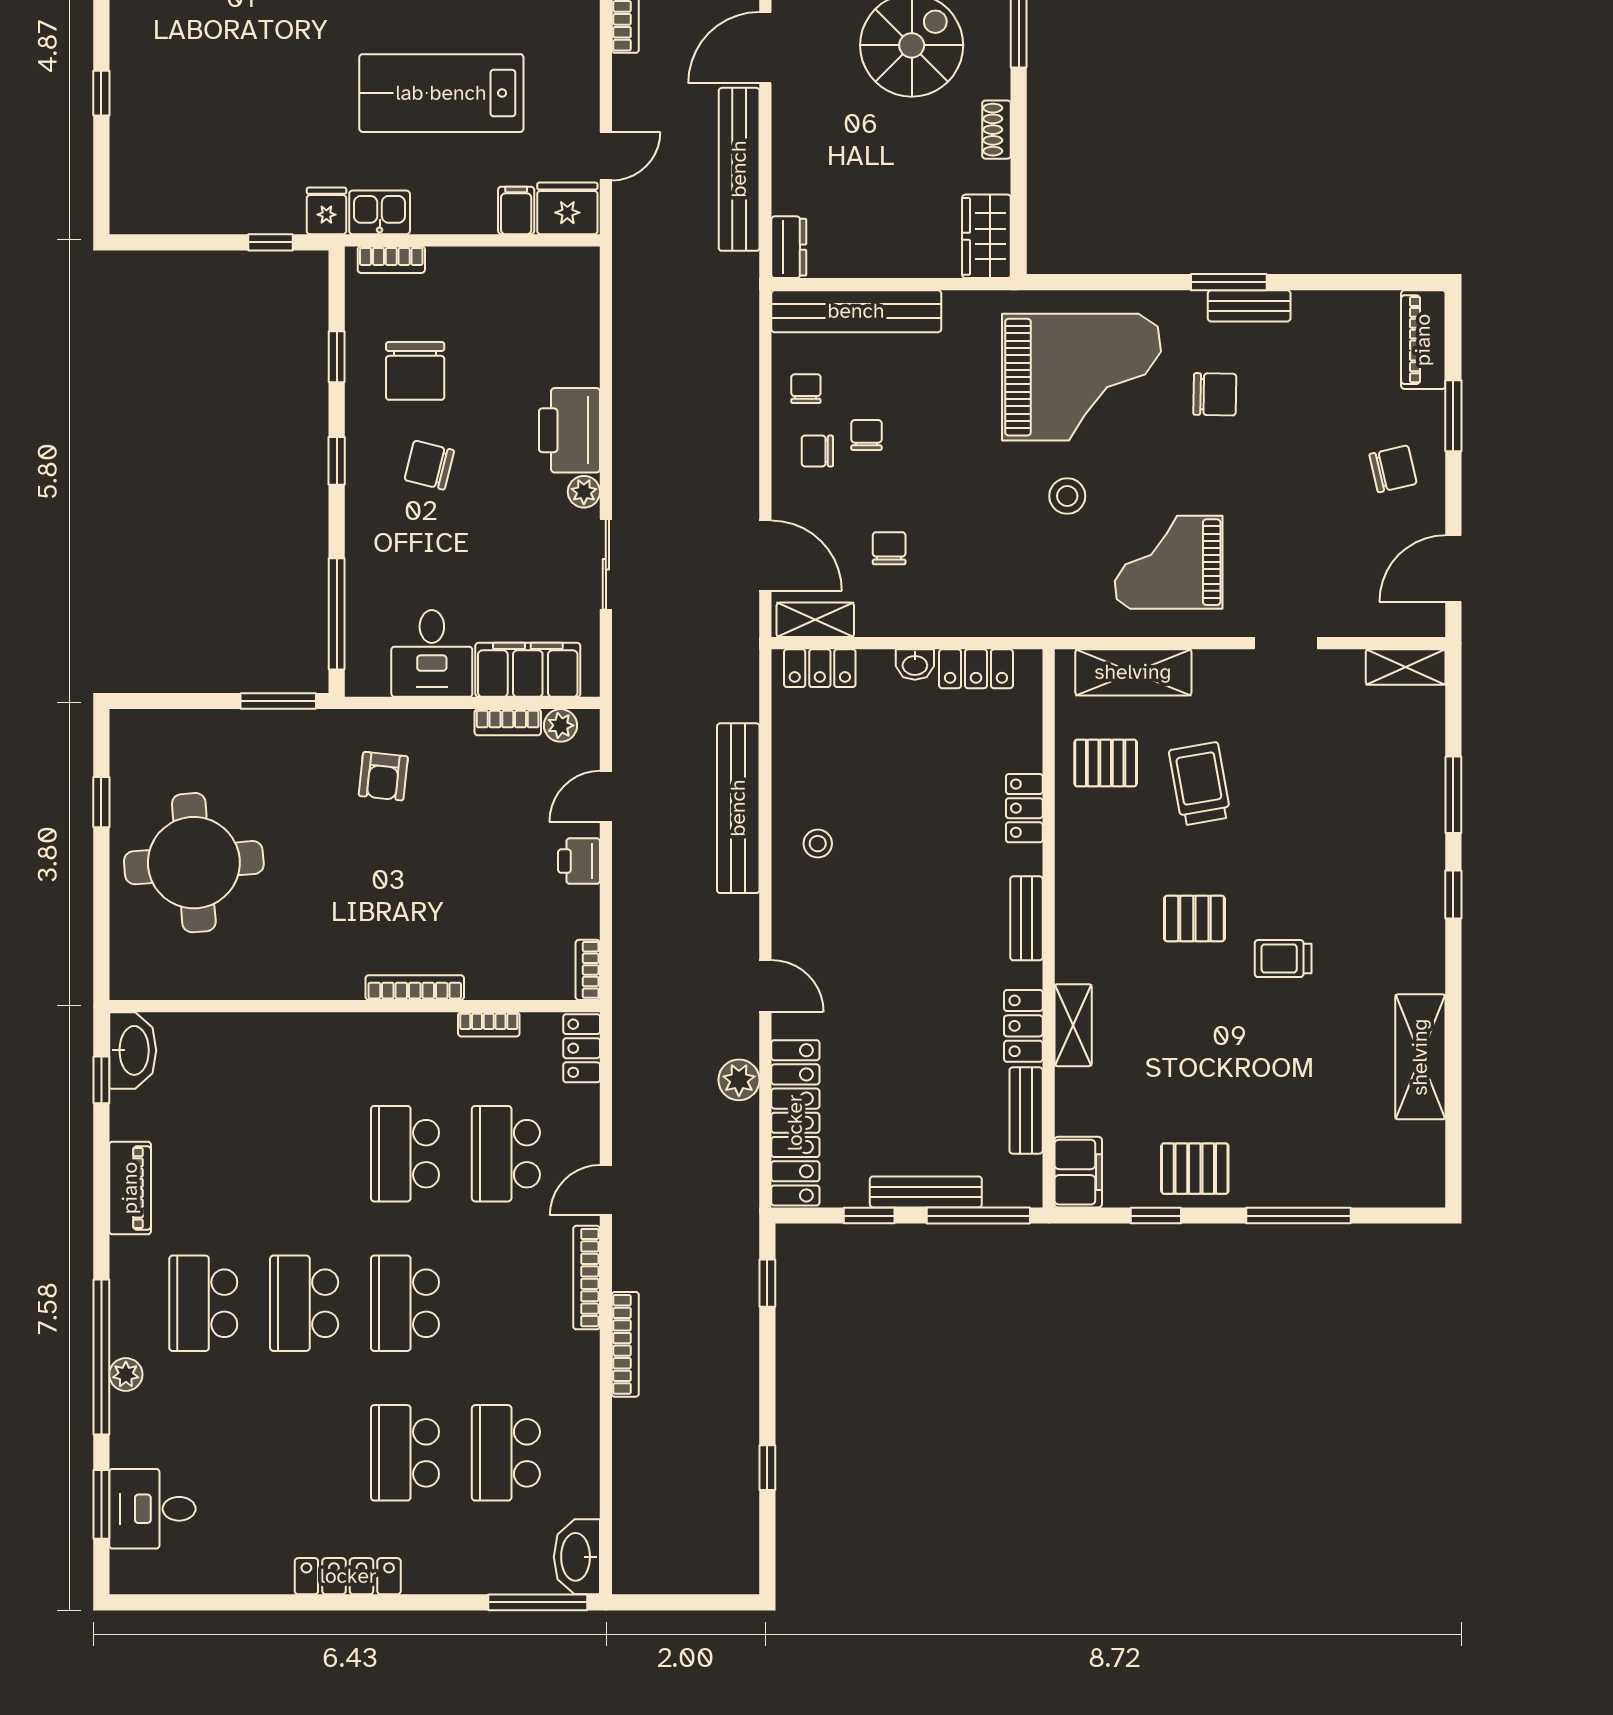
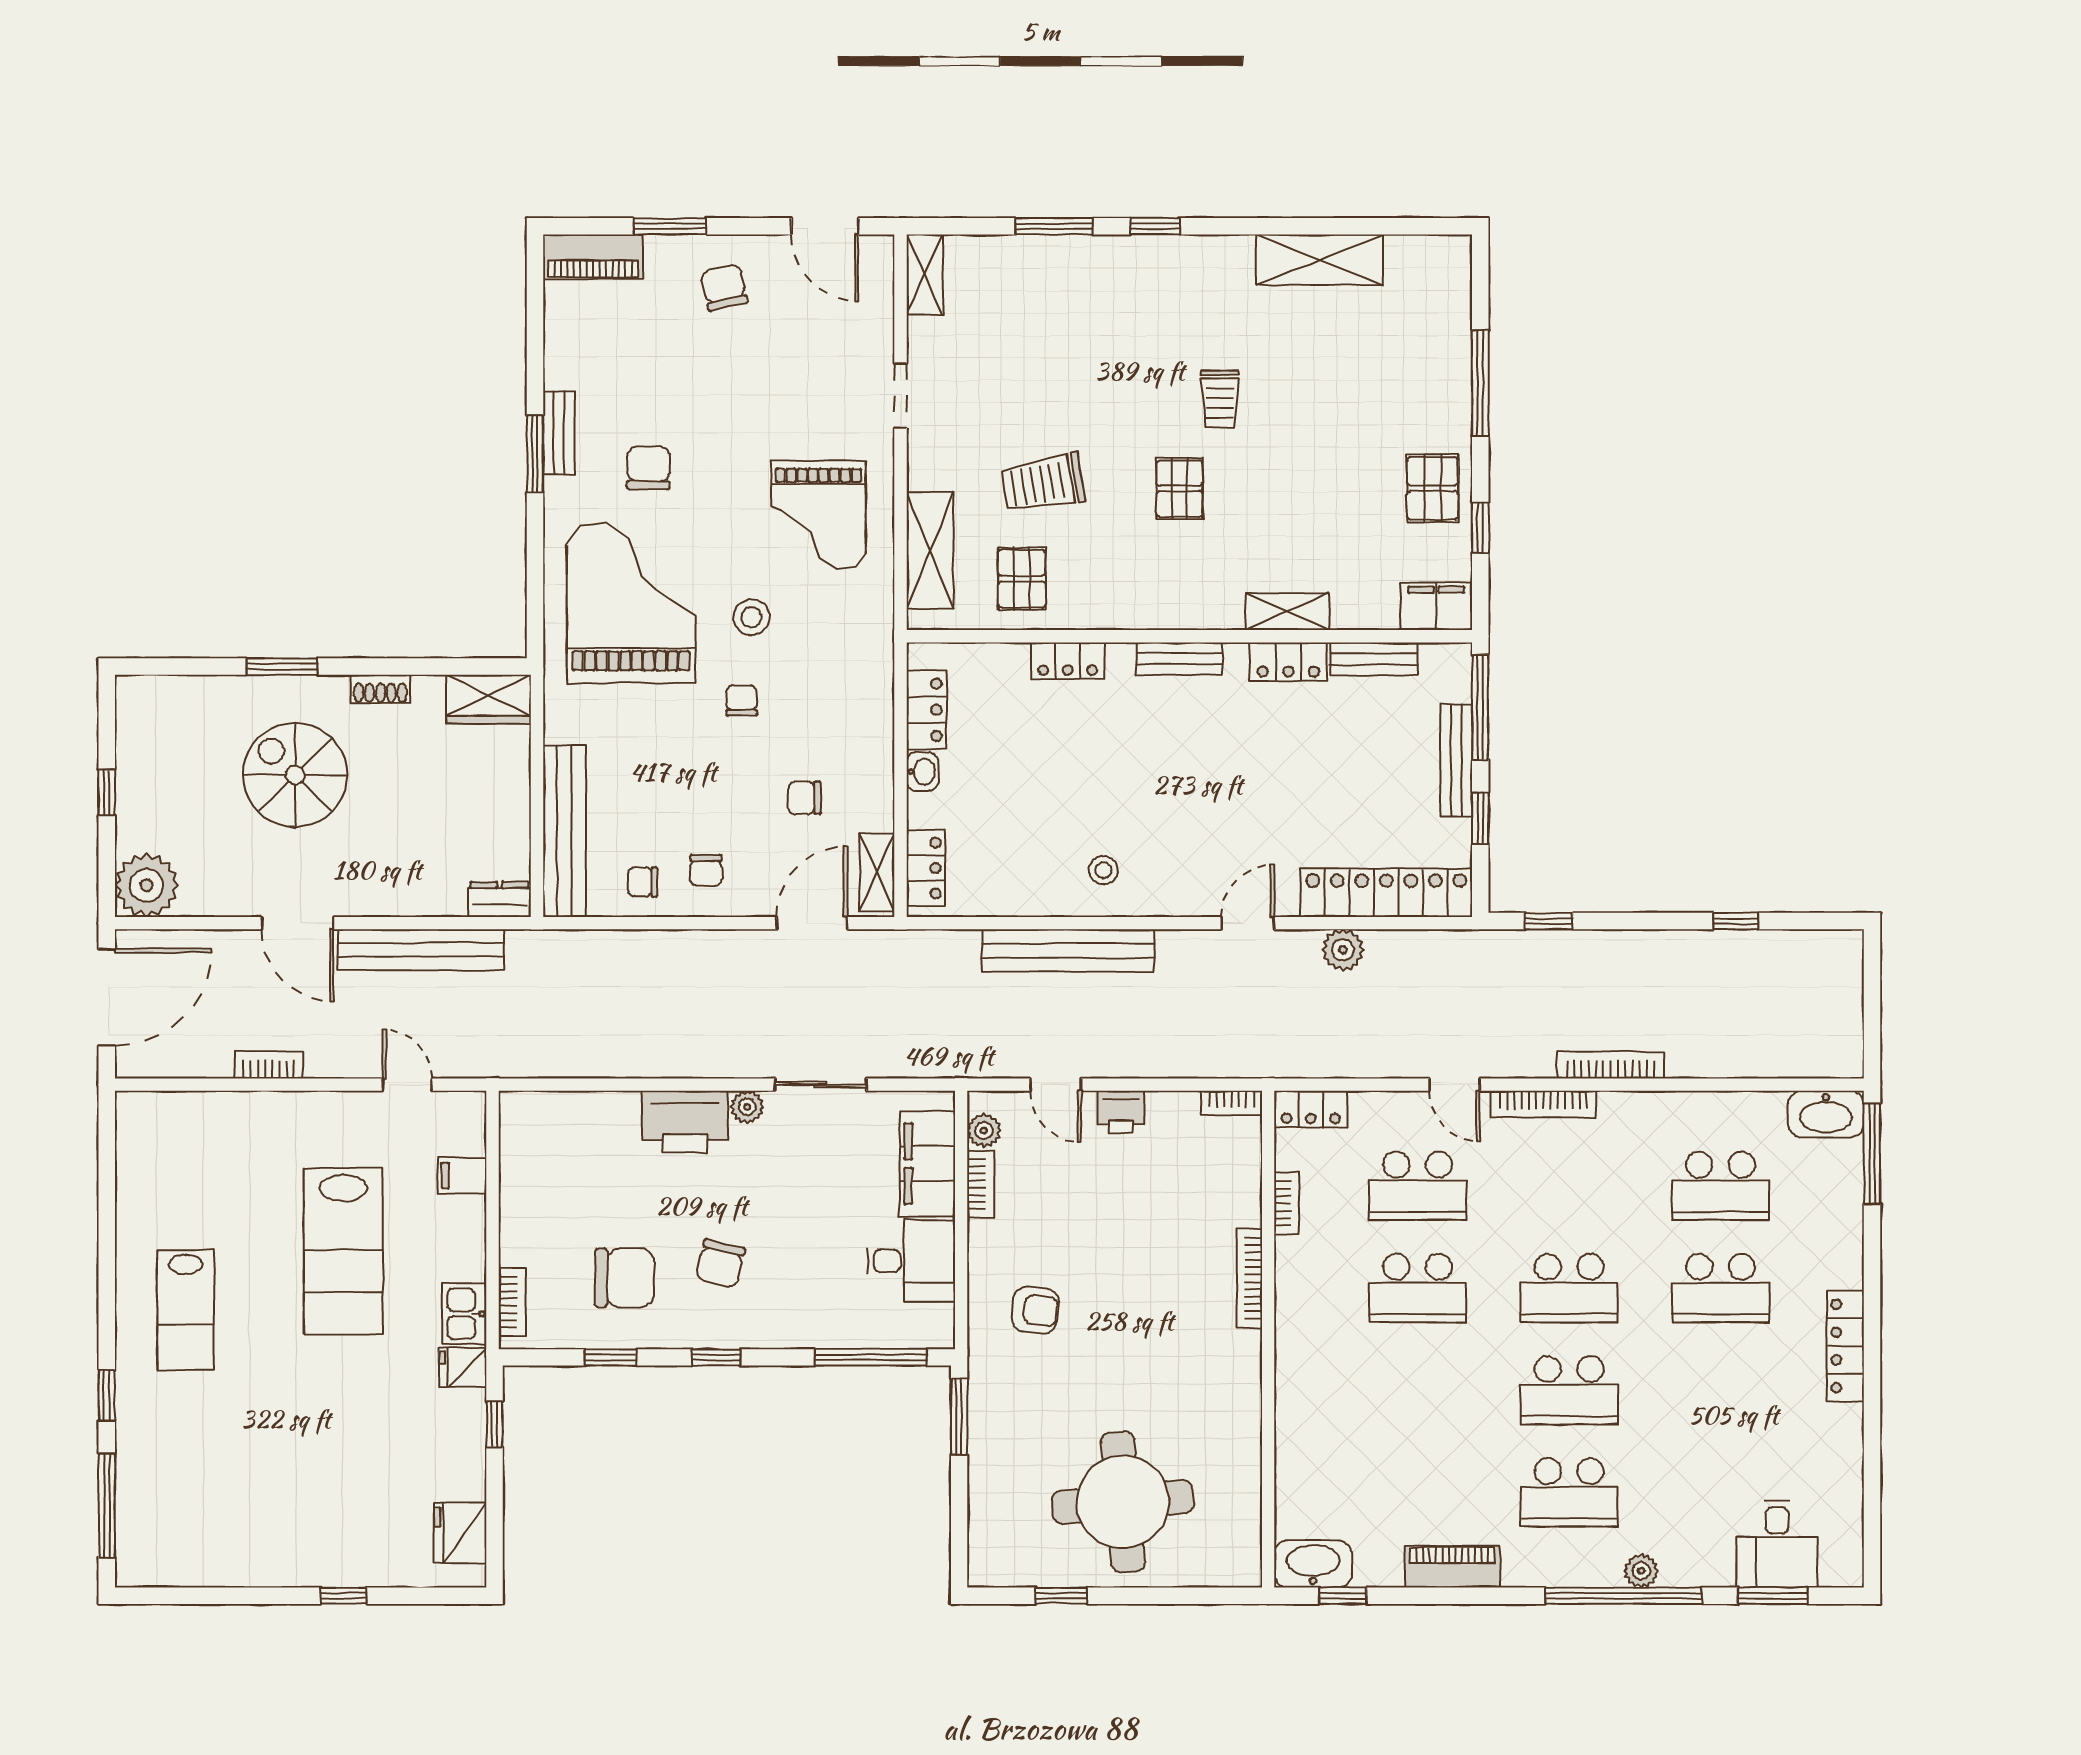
fridge: (567, 208) -> (460, 1533), moved
chair: (866, 435) -> (742, 700), moved, turned 90

